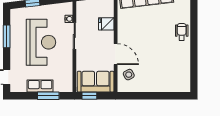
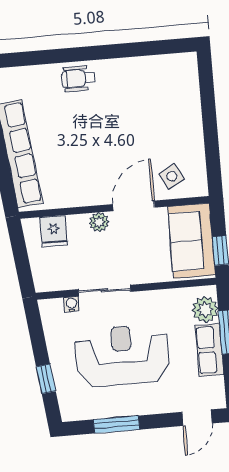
fridge: (106, 24) -> (54, 231), moved
plant: (109, 36) -> (99, 222), added
plant: (61, 86) -> (205, 310), added

